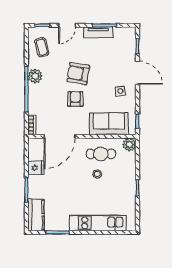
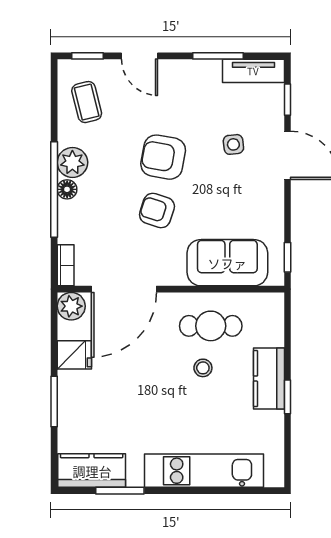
door: (67, 25) -> (140, 56), hinge flipped
tv unit: (98, 32) -> (253, 71), moved
floor lamp: (32, 89) -> (67, 189), added
side table: (120, 91) -> (233, 144), moved
armchair: (75, 99) -> (157, 210), turned -72
plant: (129, 145) -> (71, 306), moved
kitchen counter: (129, 179) -> (269, 379), added
kitchen counter: (36, 215) -> (92, 471), moved, turned -90

